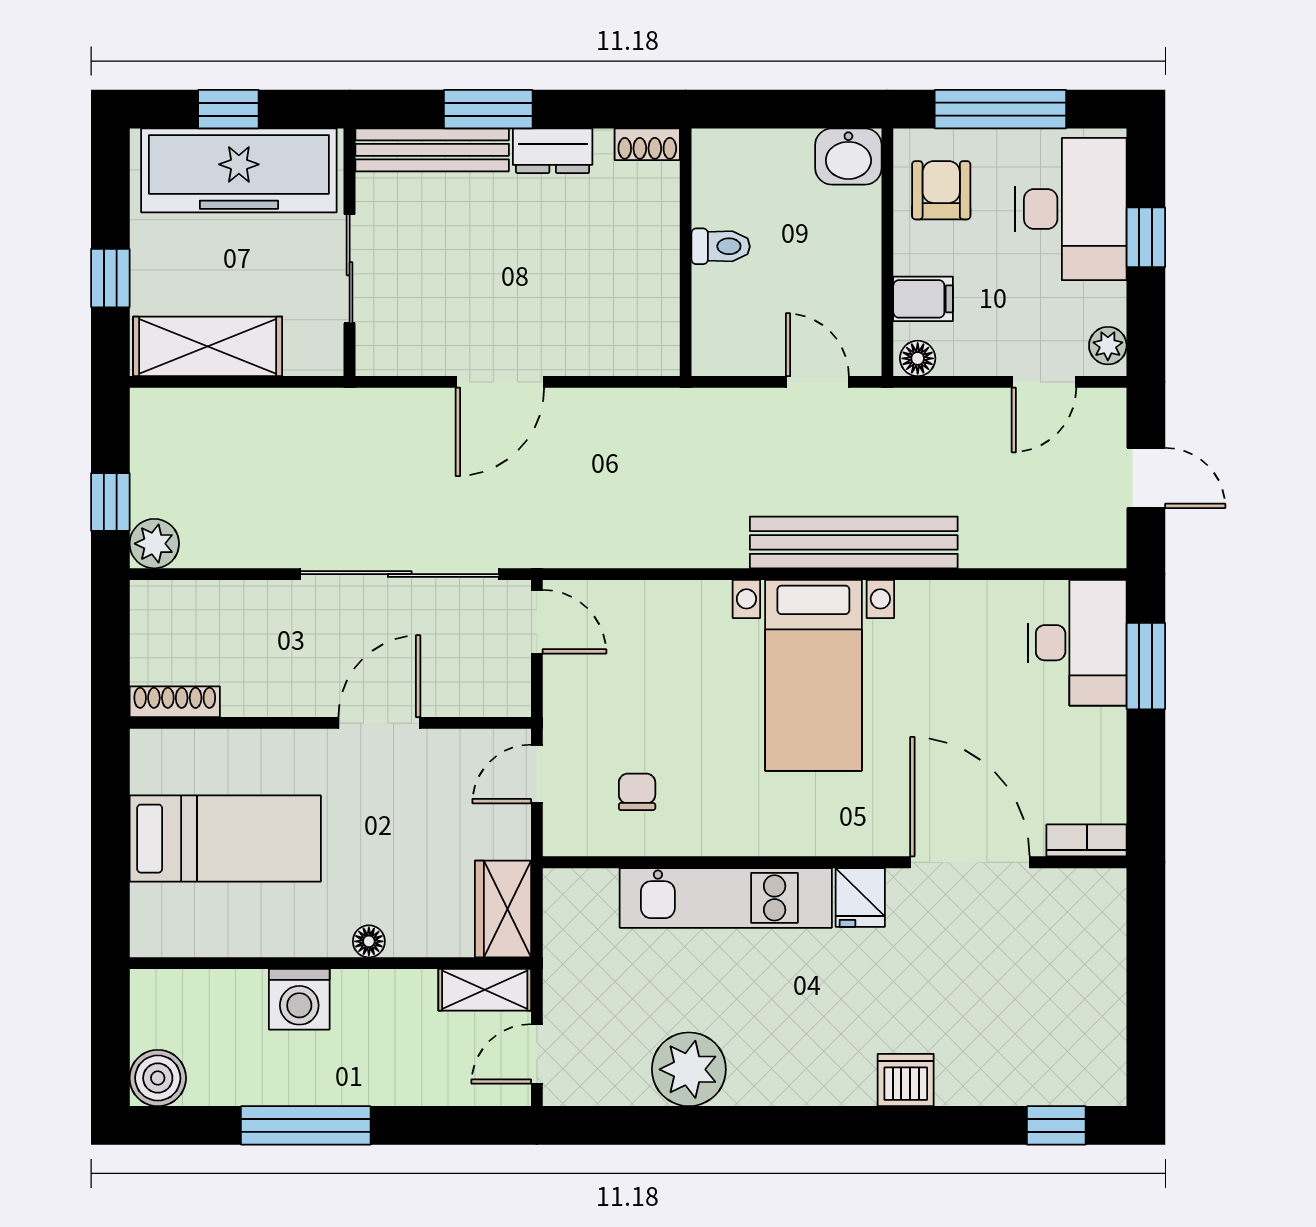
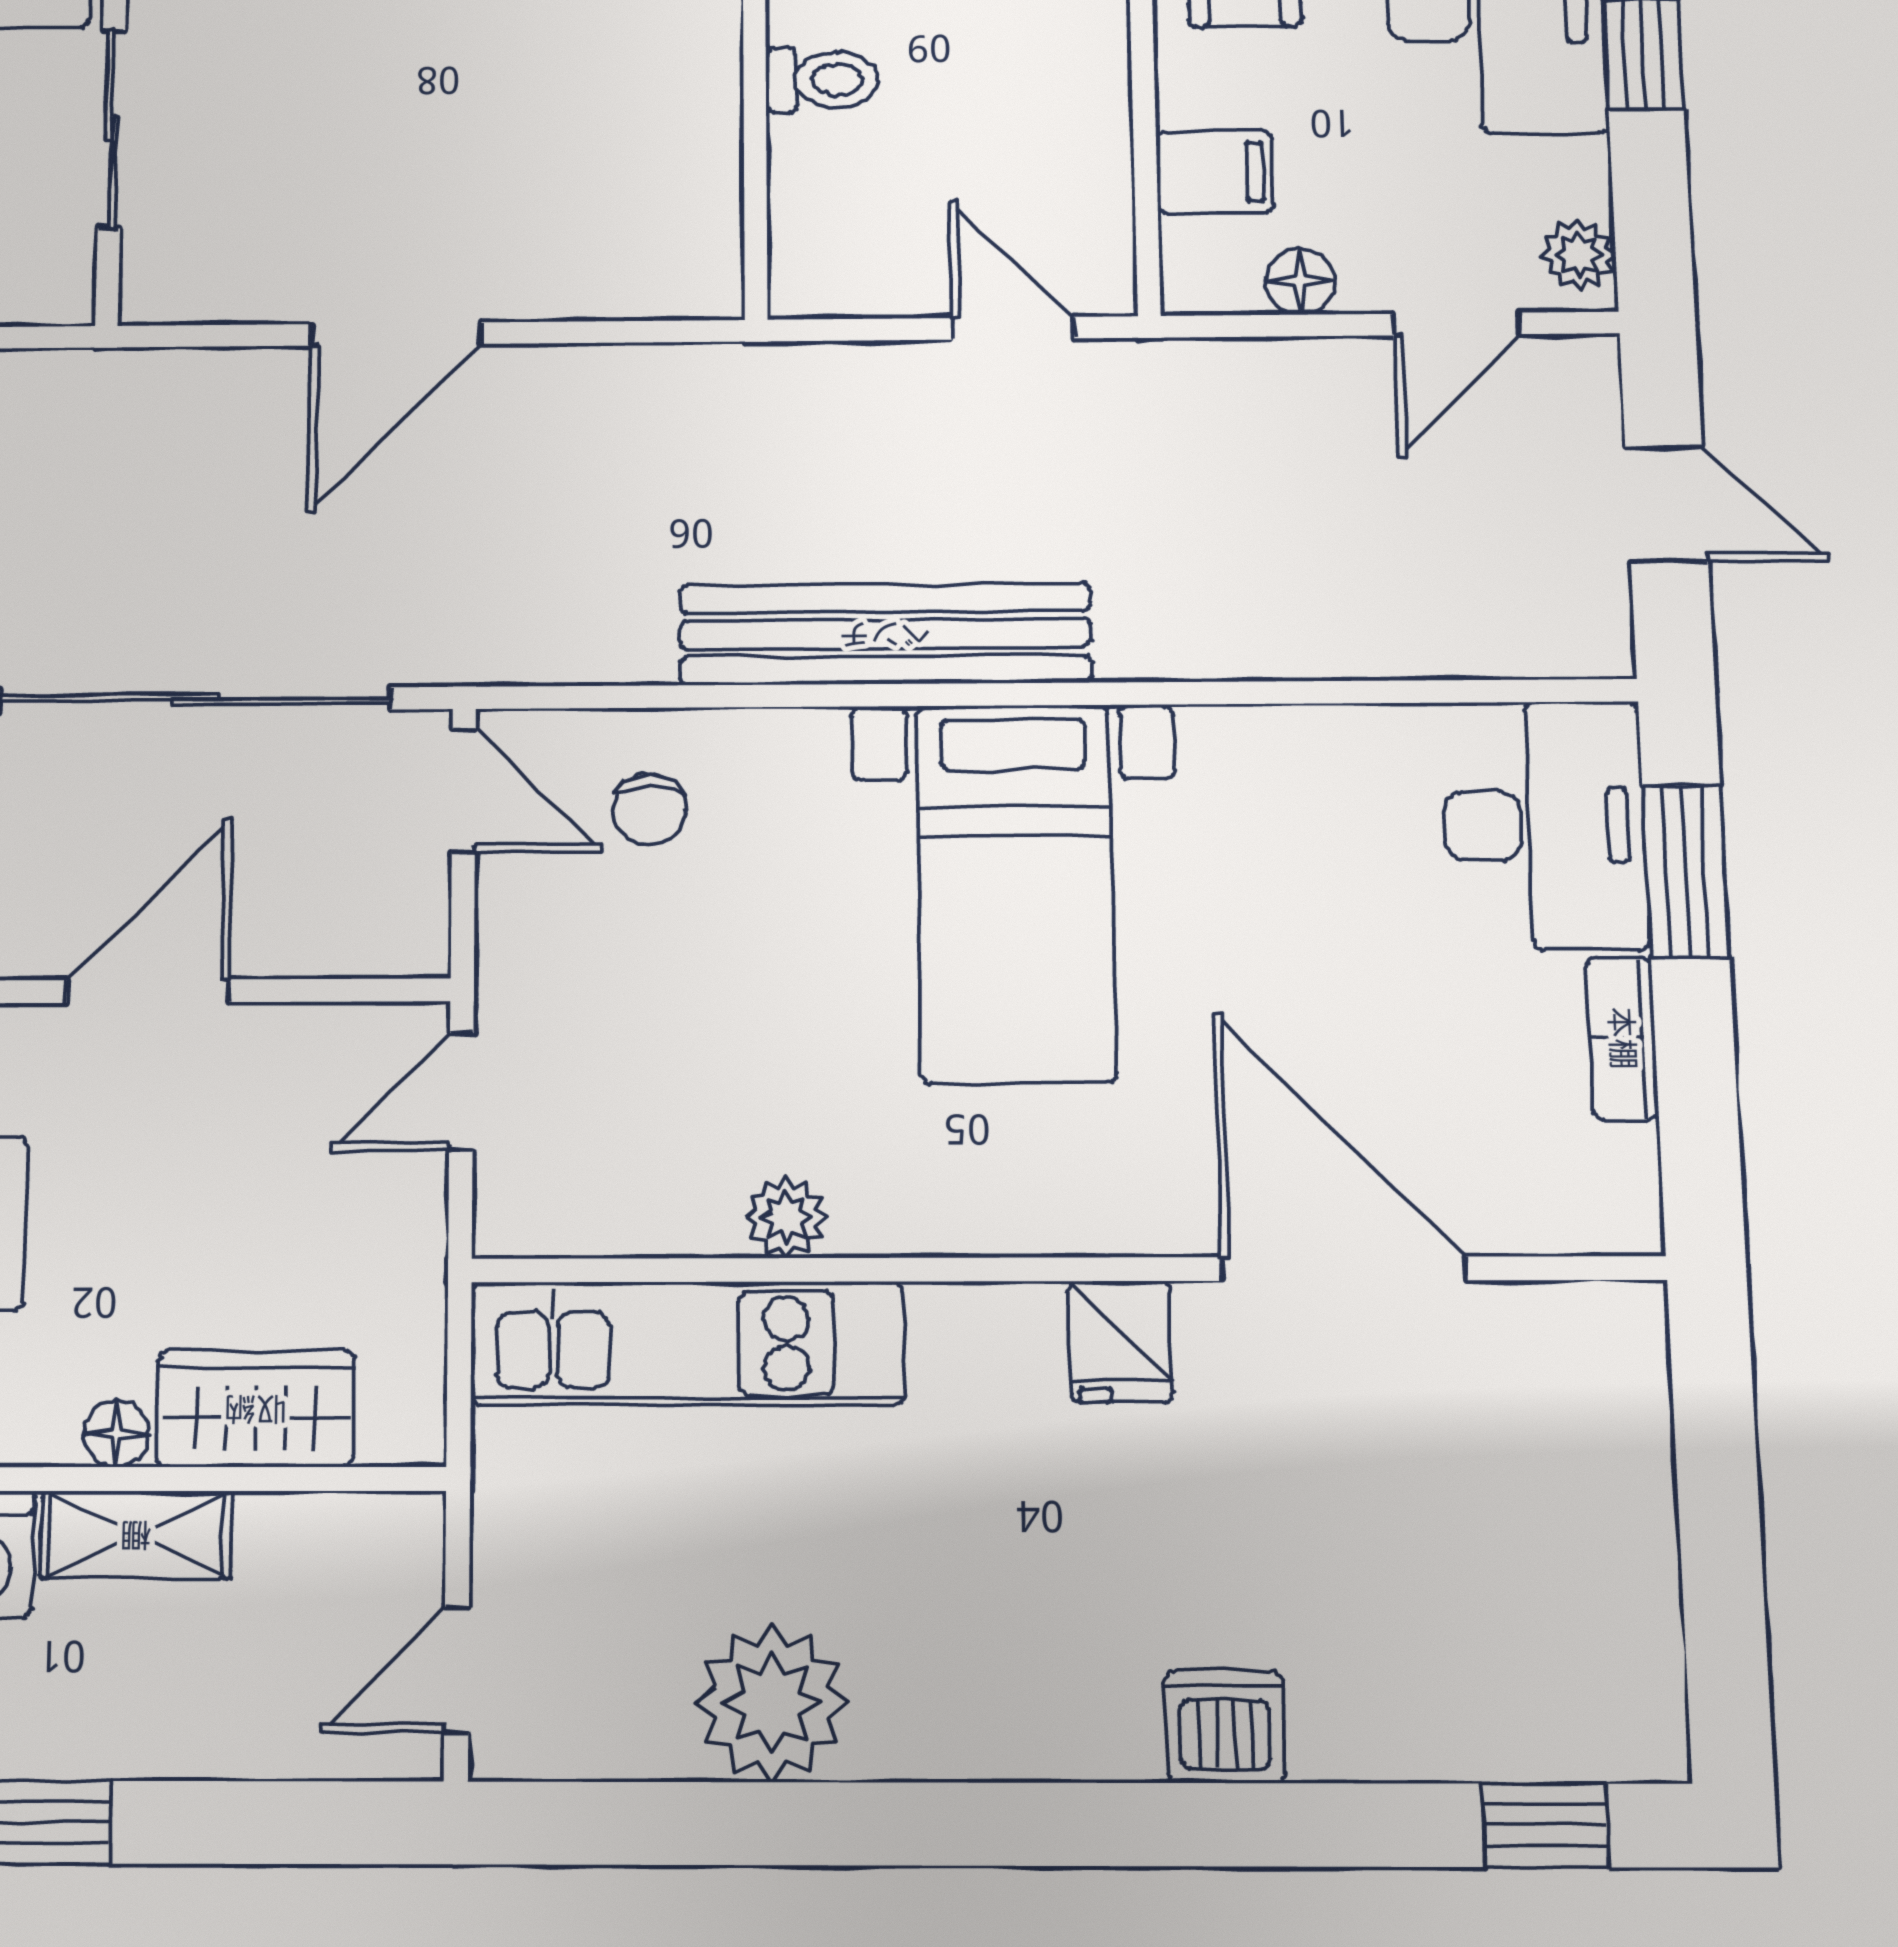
floor lamp: (918, 358) -> (1300, 282), moved
bench: (854, 542) -> (885, 634), moved
chair: (637, 792) -> (649, 810), moved, turned 180
plant: (698, 836) -> (786, 1217), added
bookcase: (1087, 840) -> (1622, 1038), moved, turned -90
kitchen unit: (726, 898) -> (687, 1343), moved
wardrobe: (503, 909) -> (256, 1409), moved, turned 90
shelving: (485, 990) -> (136, 1535), moved

